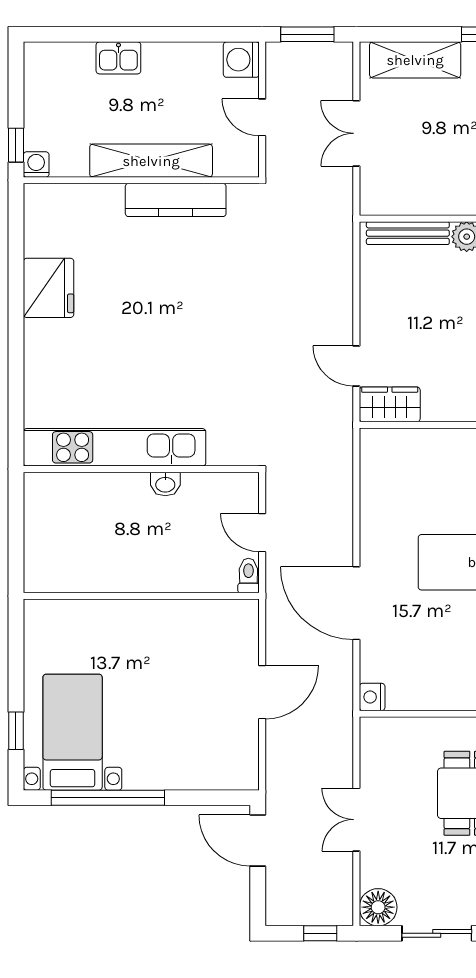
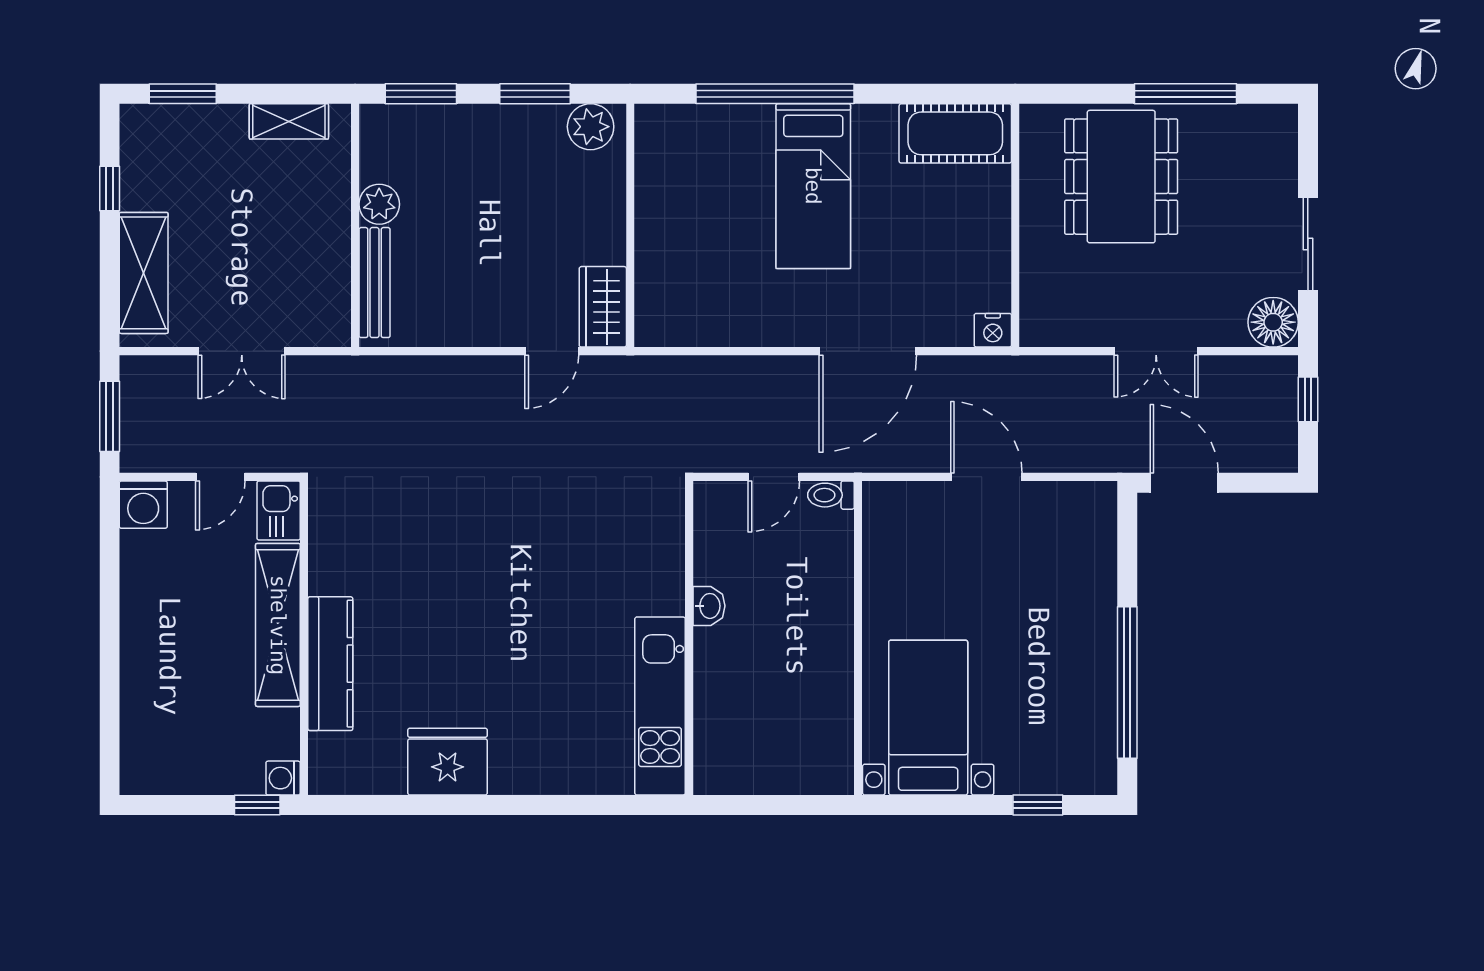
kitchen sink: (118, 58) -> (279, 510), moved, turned 180
kitchen counter: (176, 200) -> (330, 664), moved
kitchen unit: (115, 447) -> (660, 706), width x0.73
bed with nightstands: (73, 732) -> (928, 718), moved, turned 90
door: (258, 841) -> (1184, 483), swing flipped

